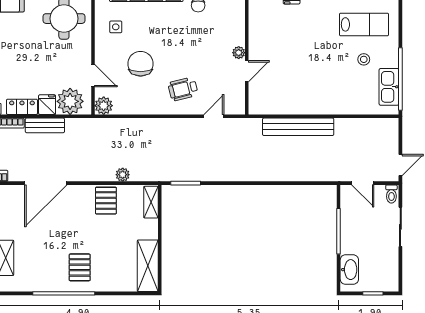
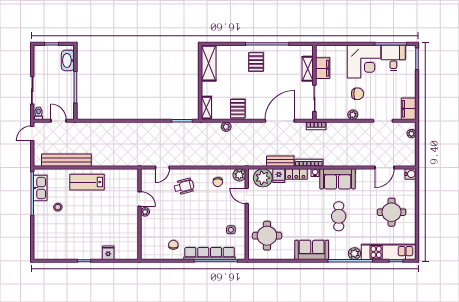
lab bench: (364, 24) -> (87, 182), moved
chair: (141, 64) -> (218, 182), moved, width x0.54, depth x0.54
door: (247, 71) -> (139, 199), swing flipped
bench: (298, 127) -> (66, 160), moved

